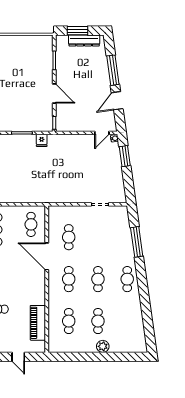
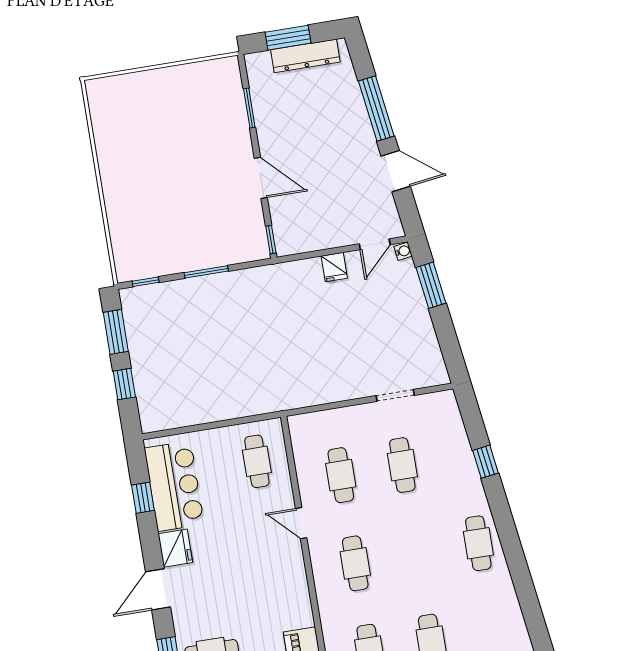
door: (117, 101) -> (396, 171), swing flipped
fridge: (42, 140) -> (334, 267), moved
window: (137, 242) -> (485, 462), width x0.46
door: (47, 256) -> (301, 523), width x0.53
cafe table: (98, 279) -> (402, 465), moved

